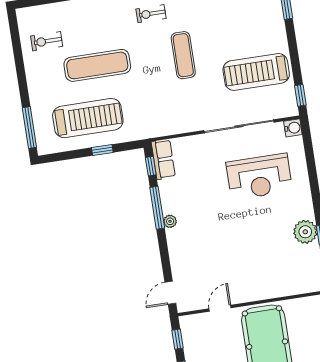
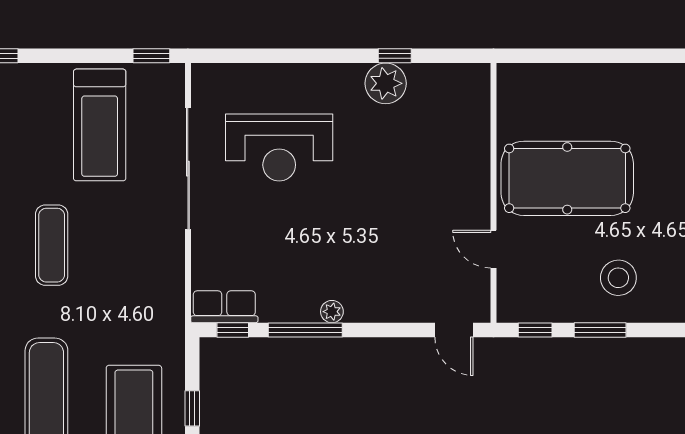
exercise mat: (183, 55) -> (52, 245), turned 90
water cooler: (293, 128) -> (205, 77), removed
reception desk: (259, 177) -> (279, 147), turned 90

